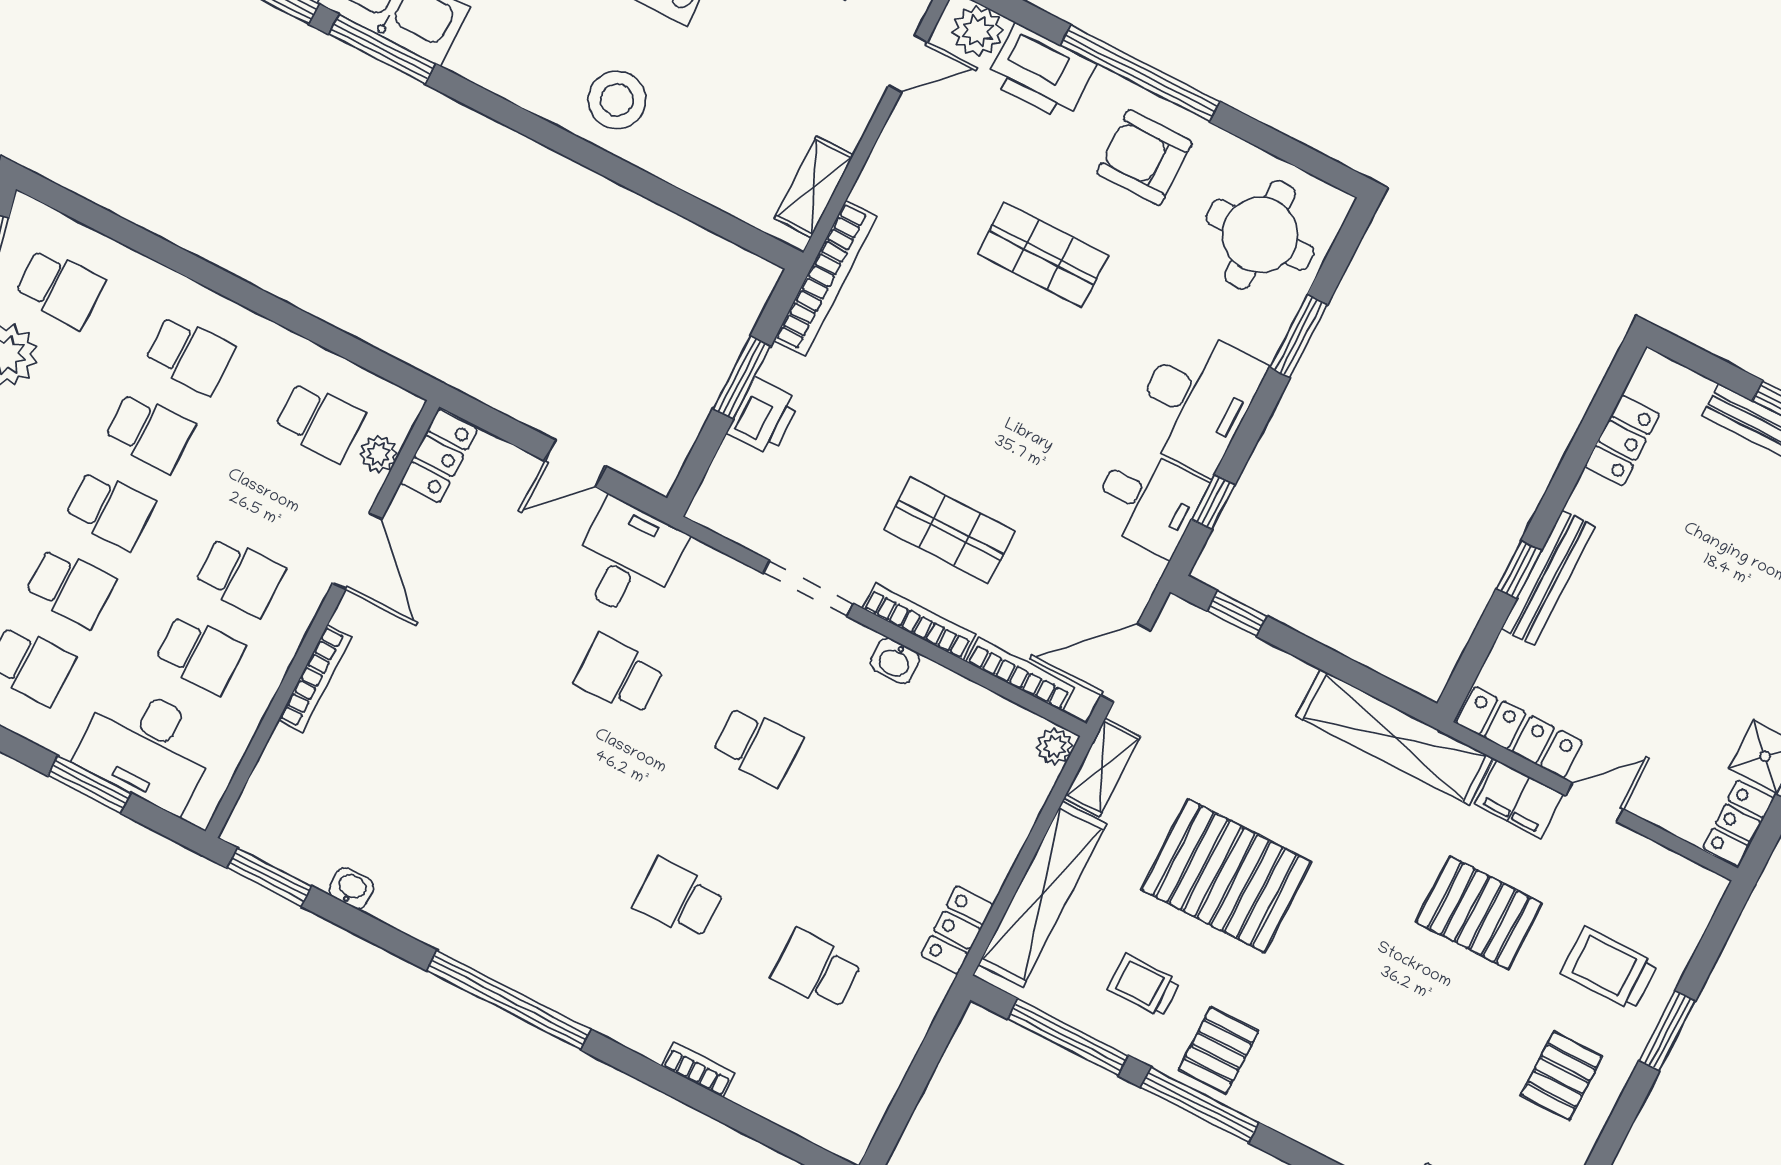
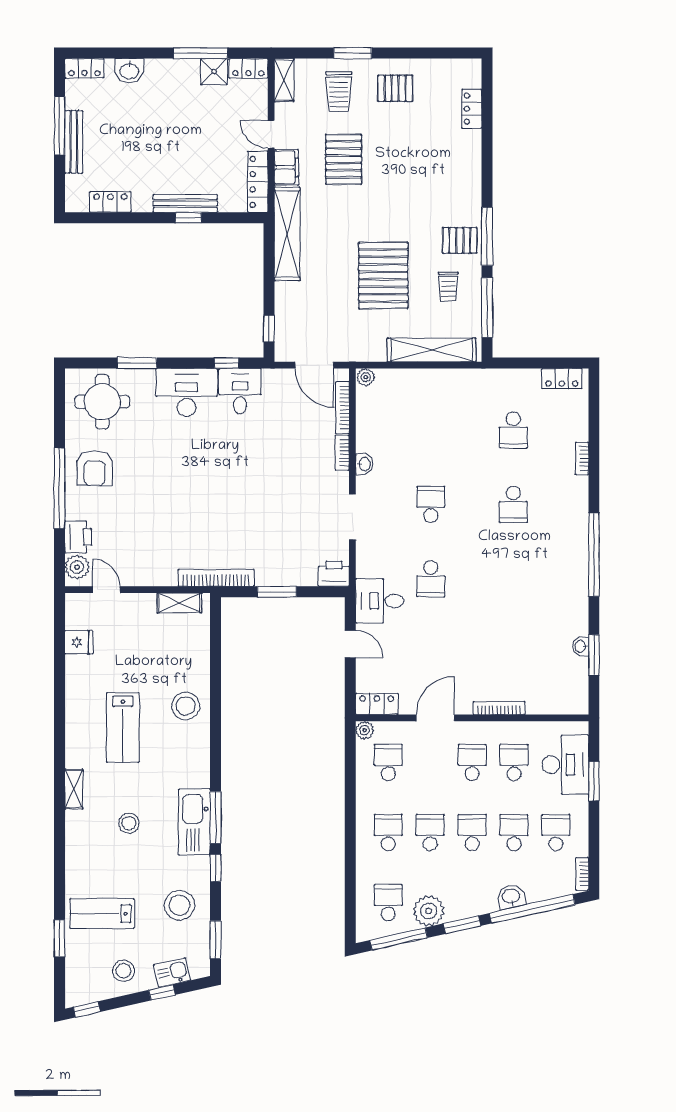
printer: (1041, 72) -> (78, 537), width x0.73, depth x0.84
shop shelf: (1043, 255) -> (158, 490), removed
printer: (764, 417) -> (334, 574), moved
plant: (378, 454) -> (365, 730), moved
shop shelf: (950, 530) -> (296, 469), removed
bookcase: (919, 621) -> (342, 453), width x0.64
shelving: (1102, 767) -> (284, 80), moved, turned 90
window: (269, 877) -> (594, 655), moved
locker: (957, 930) -> (562, 379), moved

